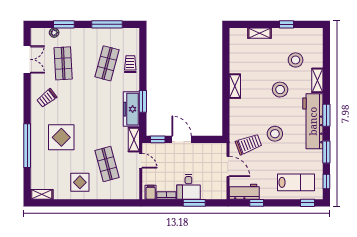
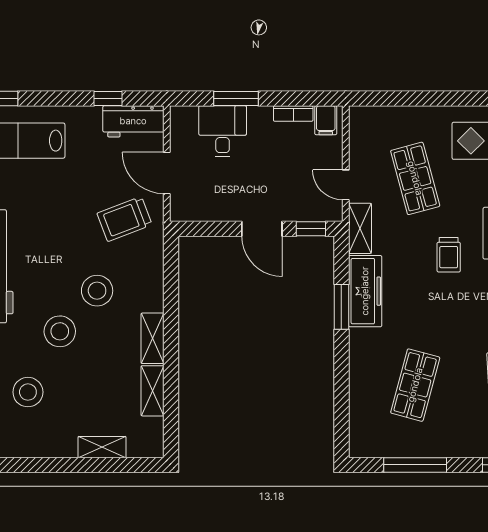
window: (286, 24) -> (47, 465), removed
shelving: (235, 61) -> (153, 391), added
trolley: (130, 64) -> (449, 255), moved
stool: (275, 134) -> (97, 291), moved
desk: (188, 187) -> (223, 131), moved

